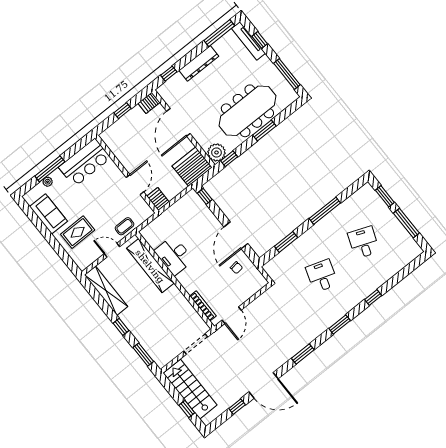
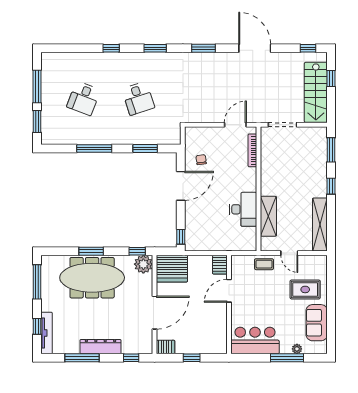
window: (219, 33) -> (82, 358), moved
shelving: (150, 266) -> (268, 216), width x0.68
desk: (322, 276) -> (138, 98), turned -36
window: (237, 407) -> (308, 48), moved

